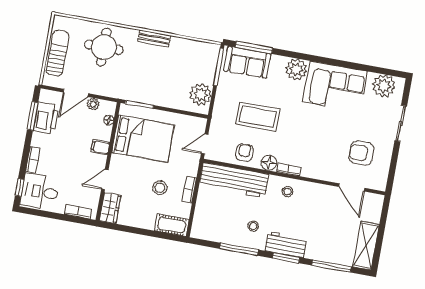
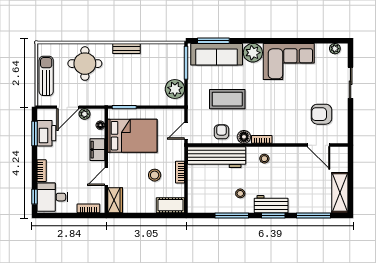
sofa: (247, 62) -> (217, 54), width x1.36
plant: (384, 86) -> (335, 49), width x0.53, depth x0.53
filing cabinet: (100, 147) -> (97, 150), width x2.00

